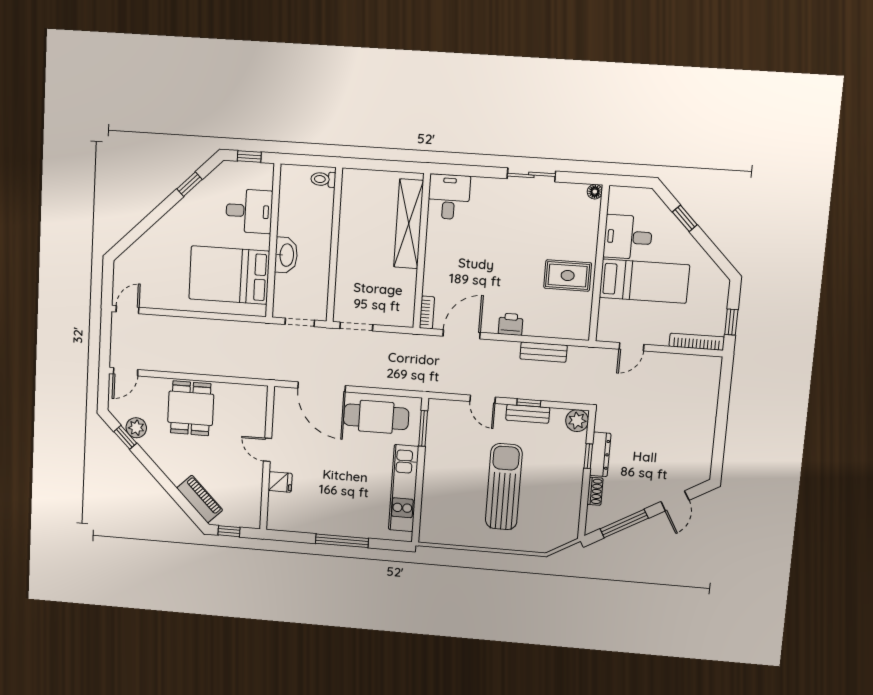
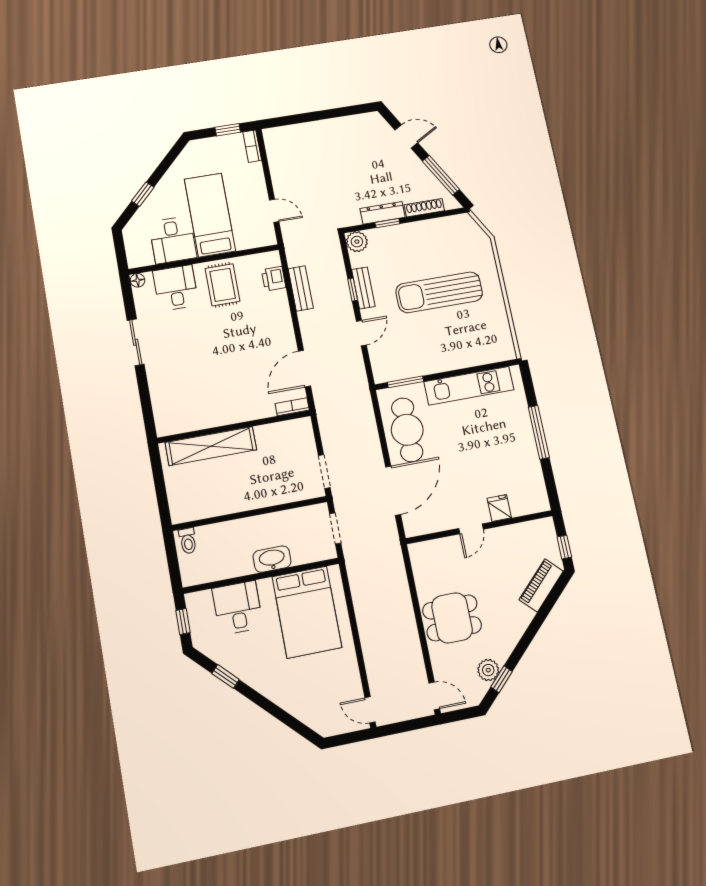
desk: (449, 197) -> (176, 288), moved, turned 90
printer: (511, 324) -> (274, 279), moved
door: (462, 334) -> (304, 369), hinge flipped
bookcase: (697, 342) -> (252, 146), width x0.64
shoe rack: (595, 491) -> (424, 208), width x1.43

